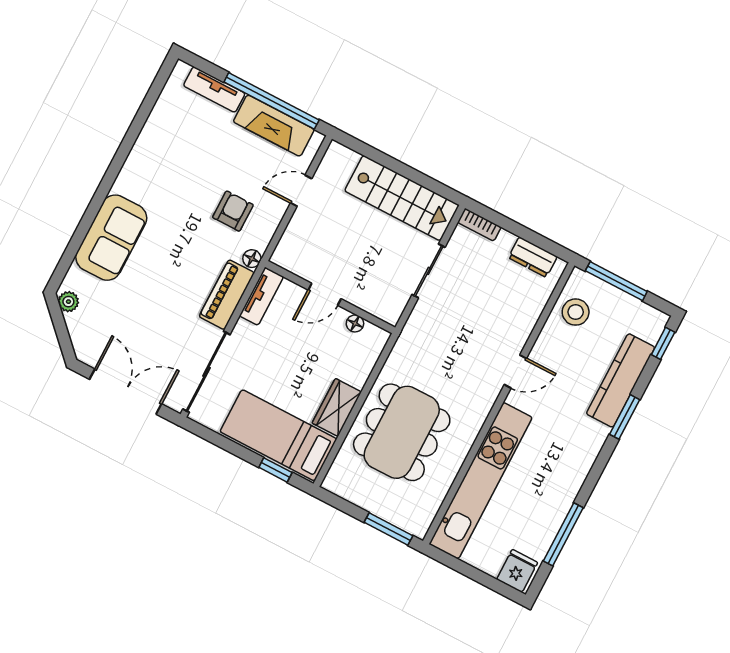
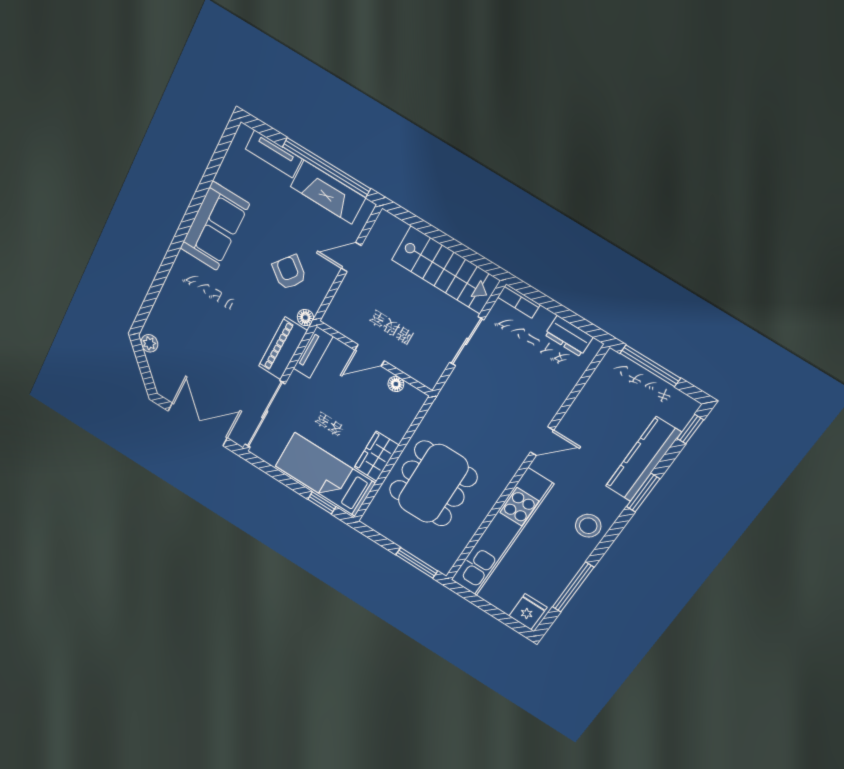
armchair: (233, 211) -> (289, 272), turned -52
sofa: (111, 238) -> (215, 226), moved
stool: (576, 312) -> (588, 526), moved

